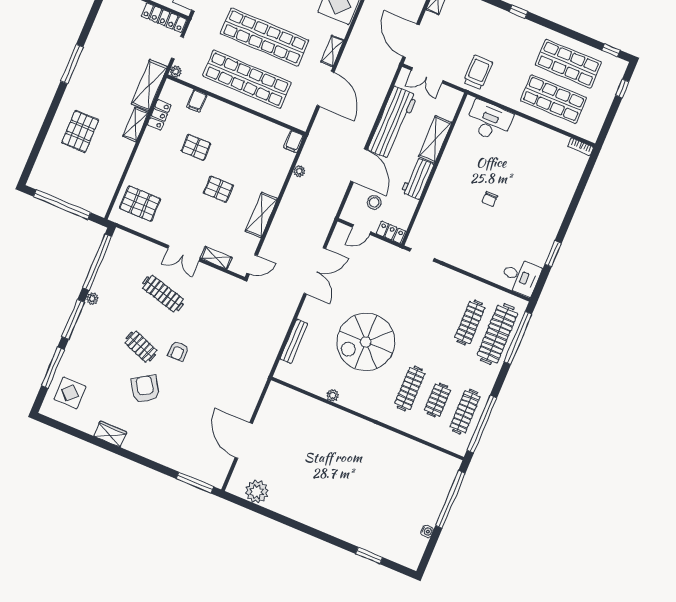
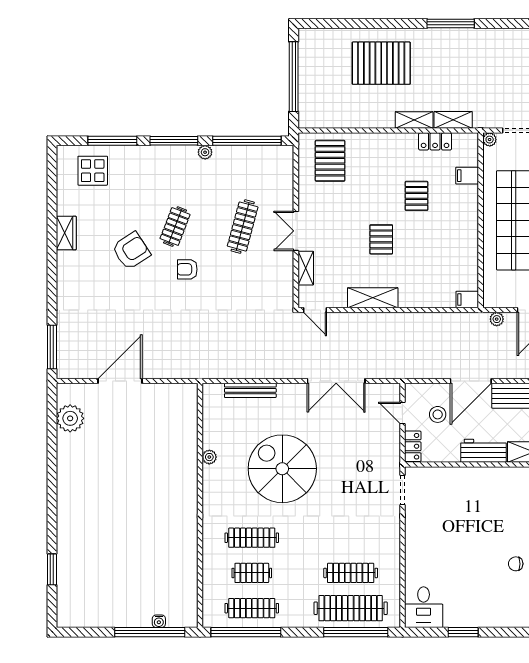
shelving: (149, 85) -> (453, 120), width x0.67, depth x0.75
pallet: (80, 131) -> (381, 63), width x1.37, depth x1.41
plant: (299, 171) -> (497, 319), moved
chair: (490, 199) -> (516, 564), moved
water cooler: (427, 531) -> (159, 621), moved

